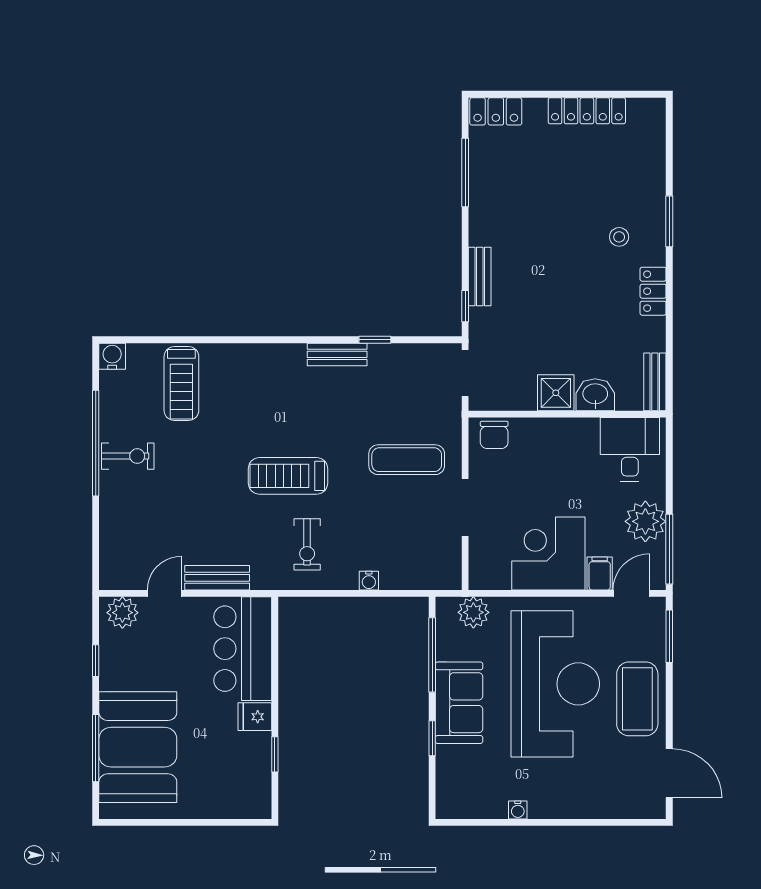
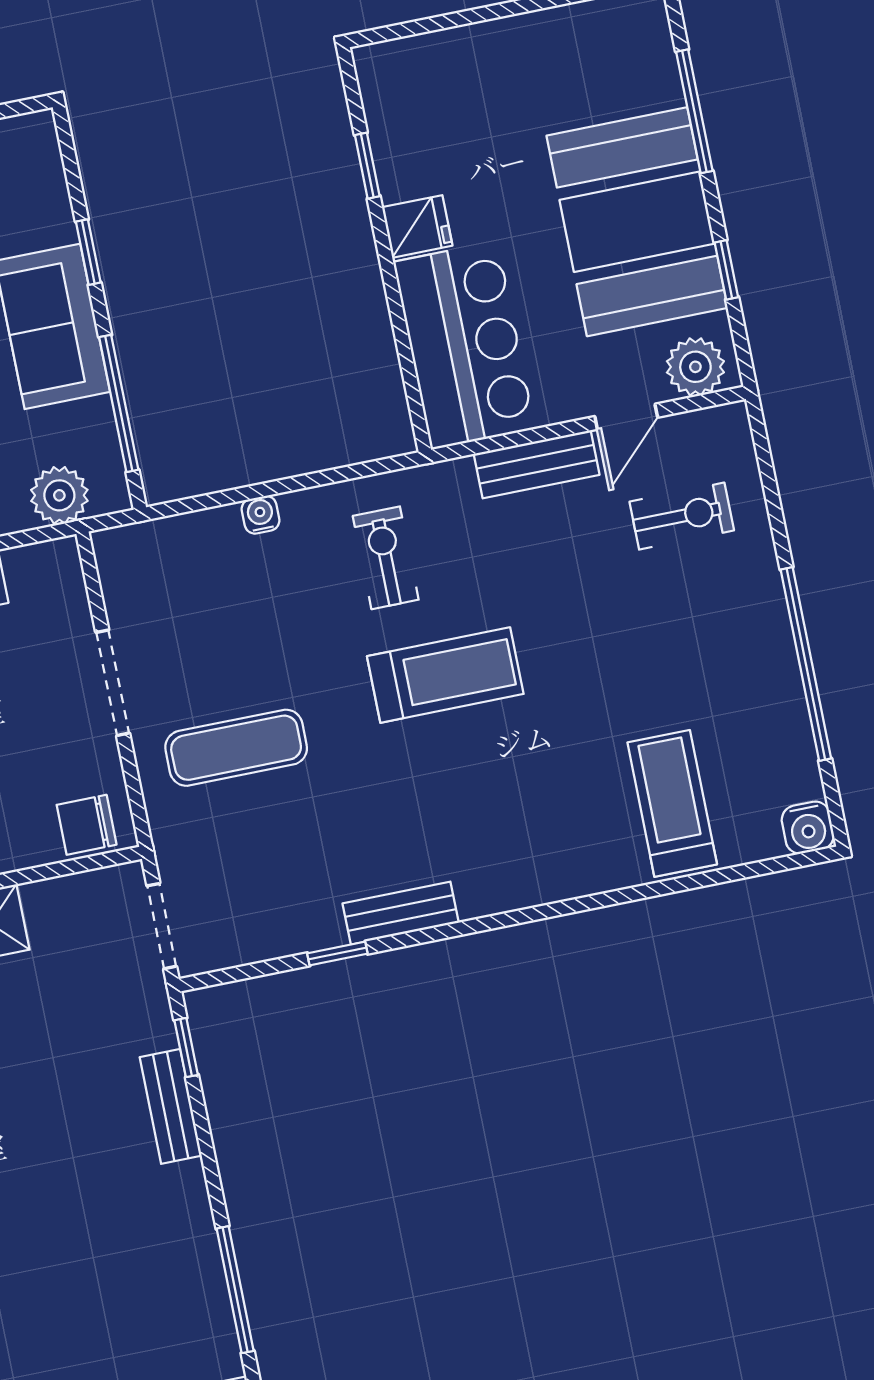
chair: (494, 435) -> (87, 825), turned -90
exercise bike: (128, 456) -> (682, 516), moved, turned 180
booth: (138, 747) -> (637, 222), moved

